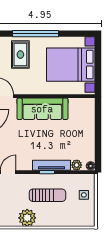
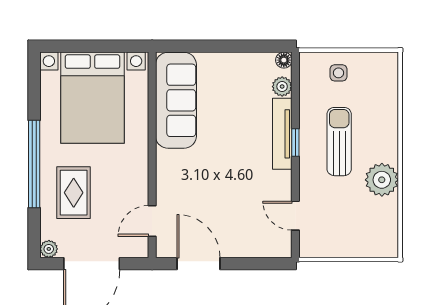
rug: (20, 55) -> (74, 193), turned 90
sofa: (42, 109) -> (176, 100), moved

